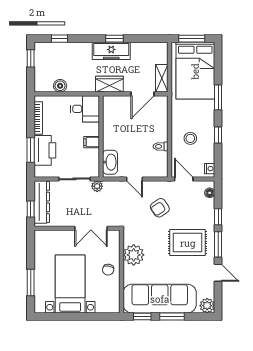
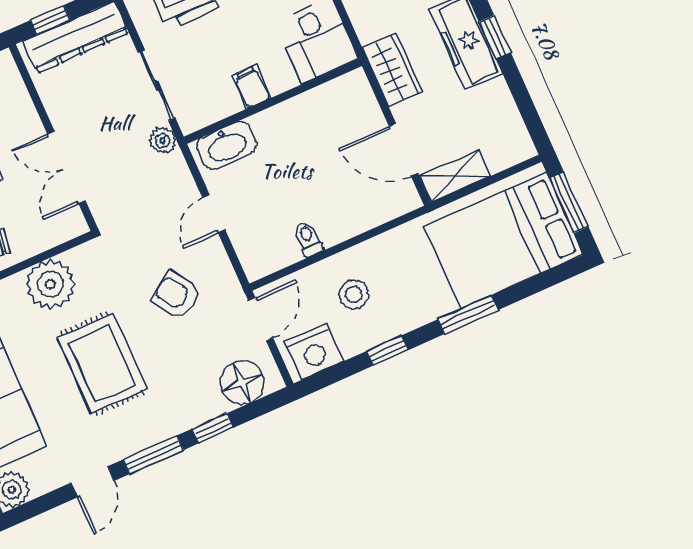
nightstand: (210, 169) -> (314, 352), width x1.89, depth x1.79
floor lamp: (210, 193) -> (242, 383), width x1.89, depth x1.89
rug: (188, 243) -> (102, 363), moved

